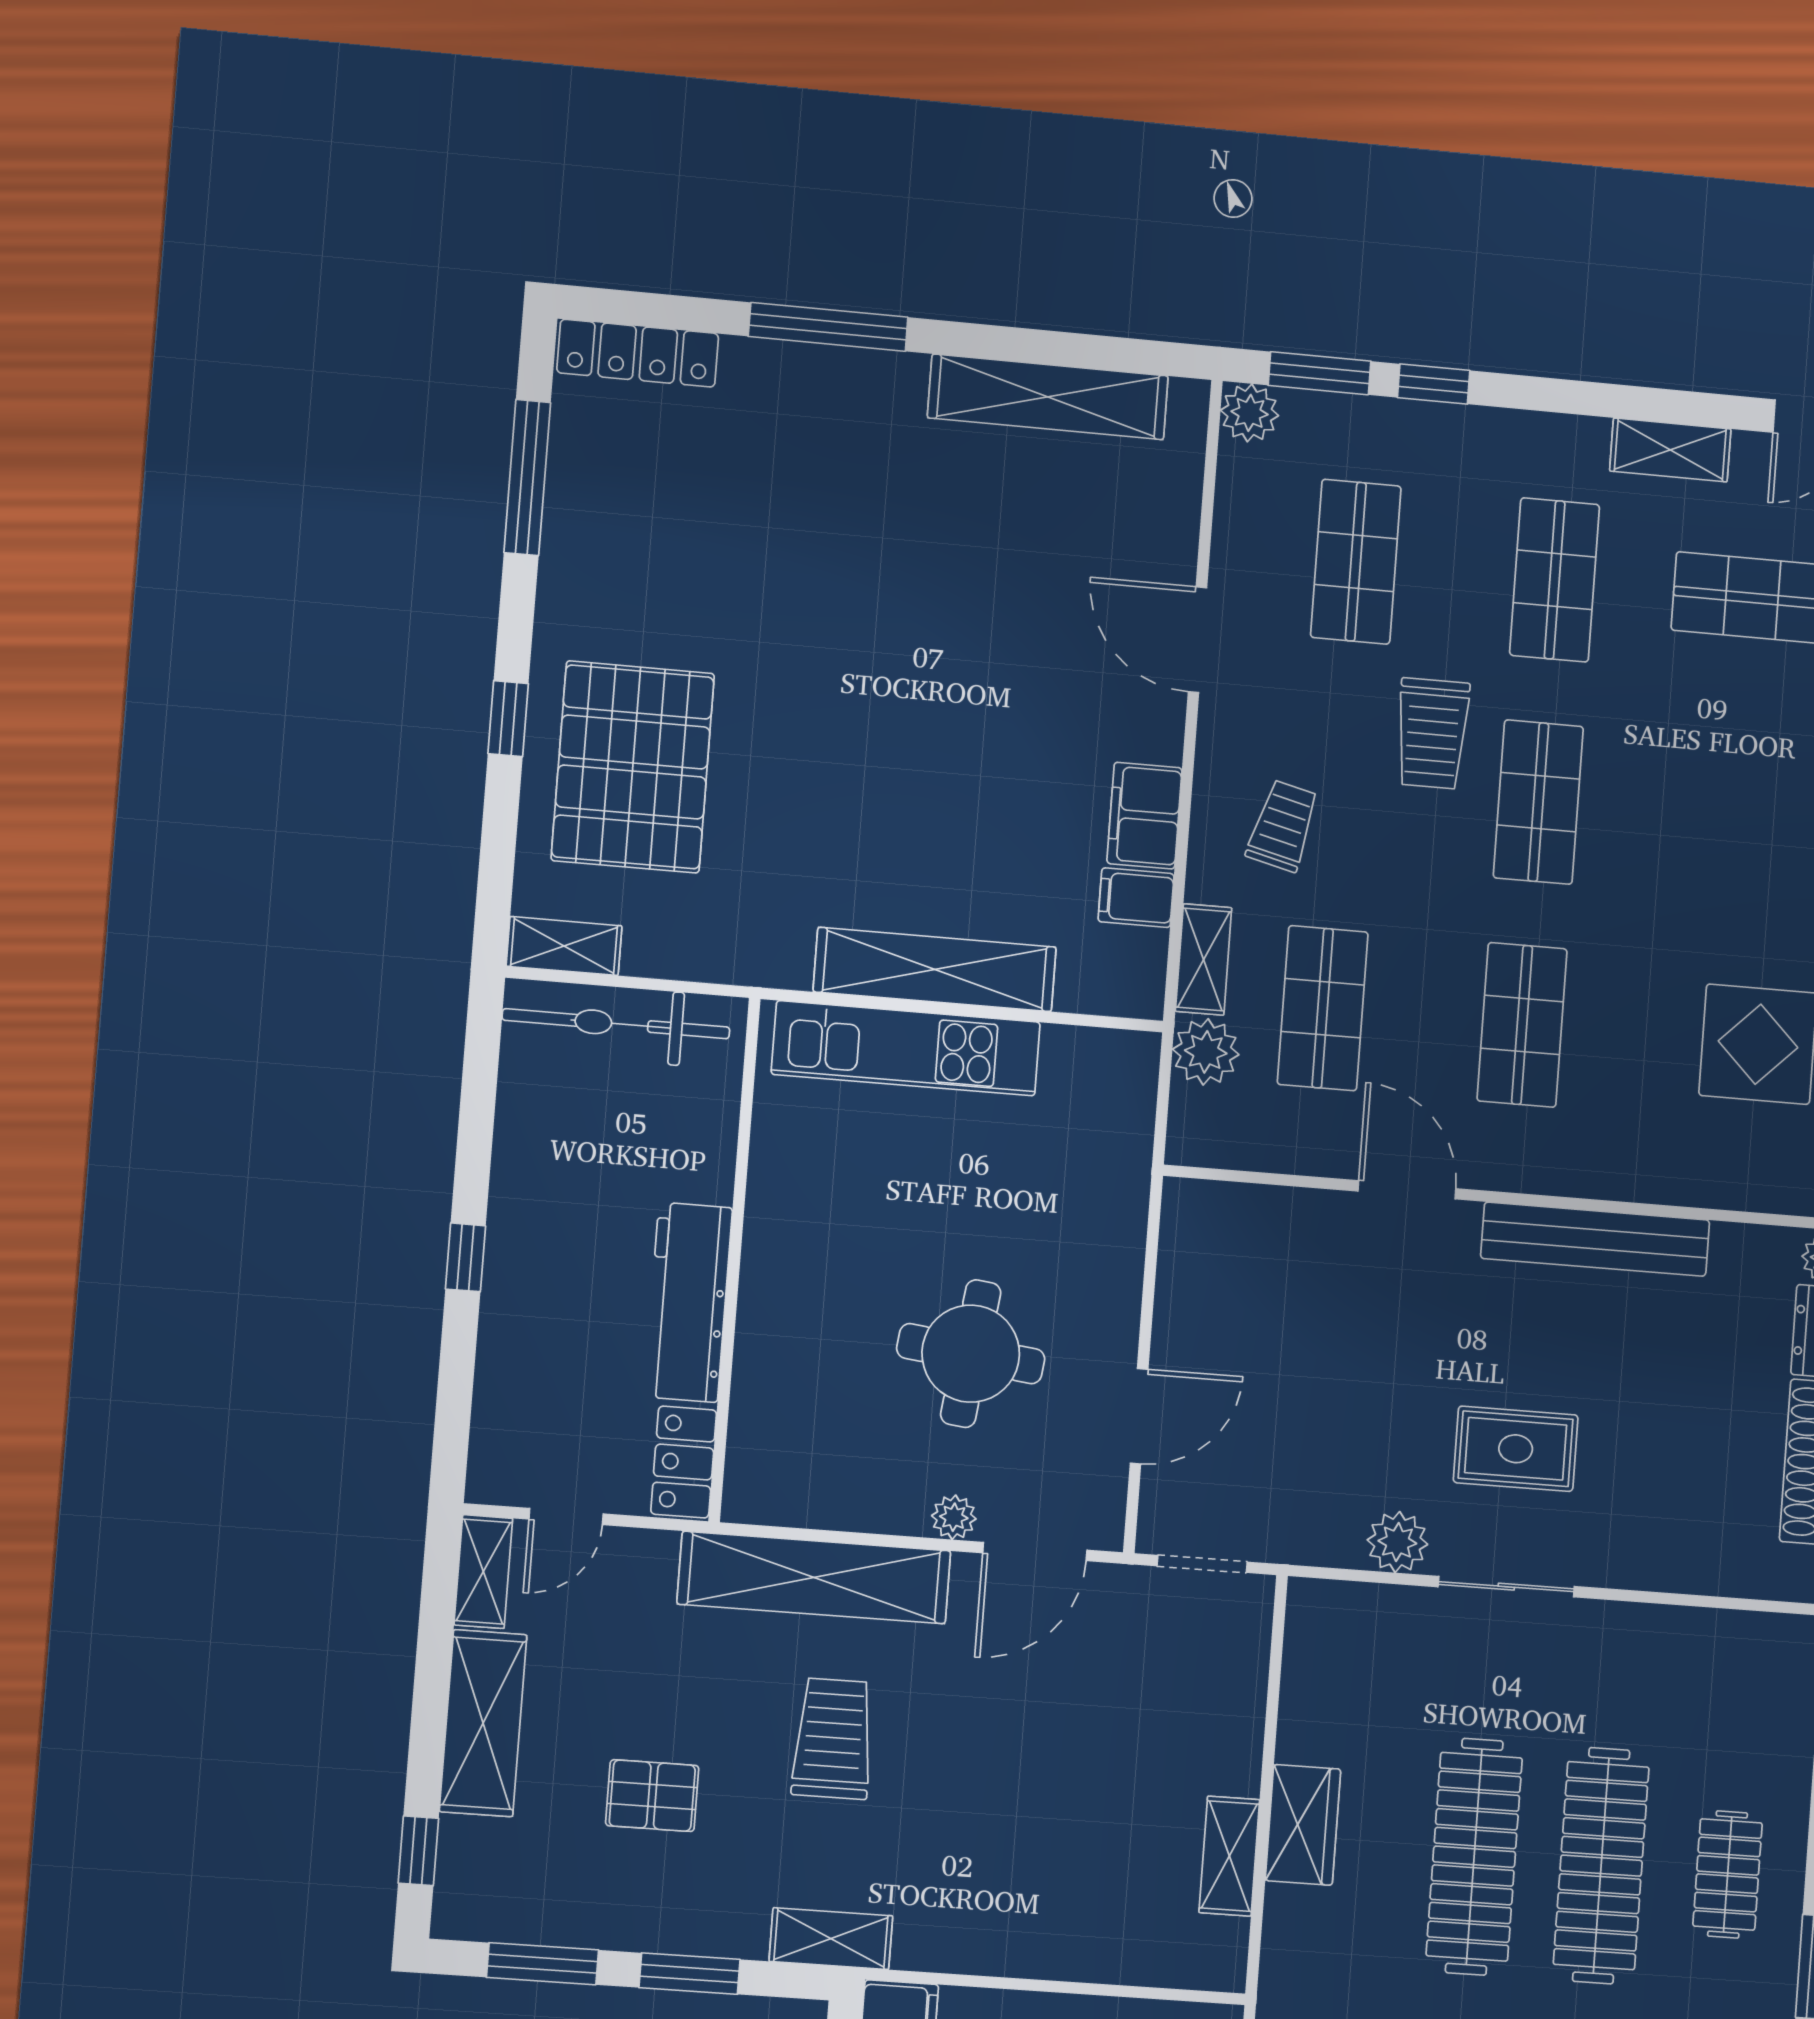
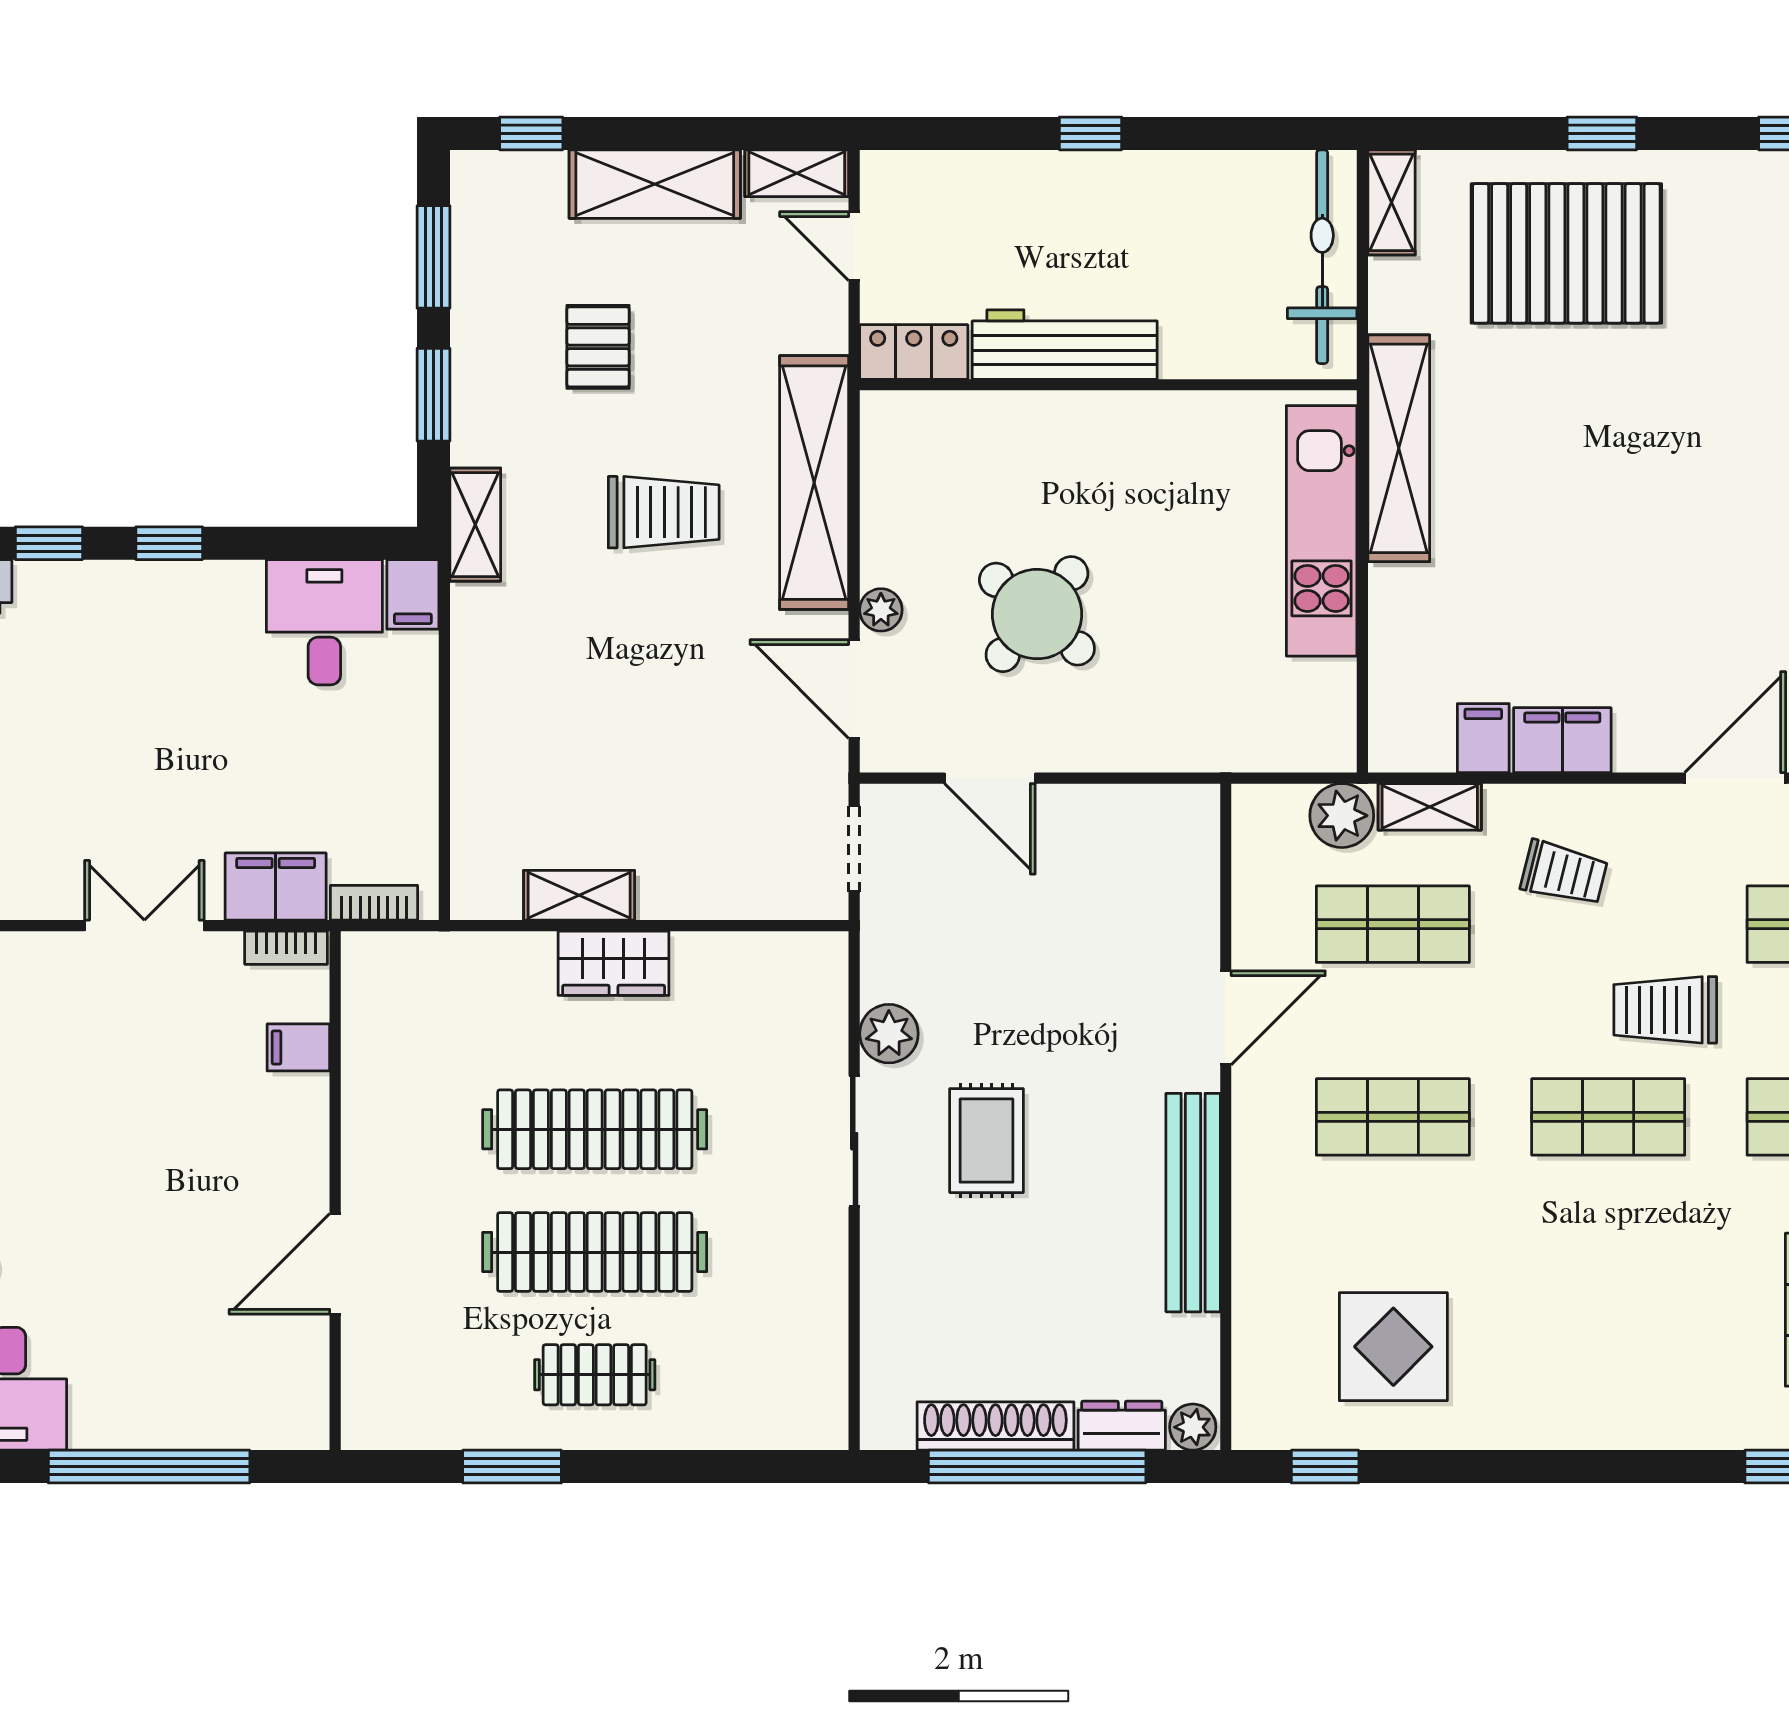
shelving: (935, 969) -> (1399, 448), moved
round table: (971, 1354) -> (1037, 614), turned 33

